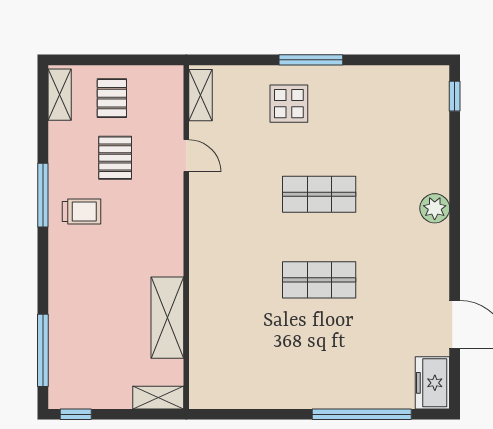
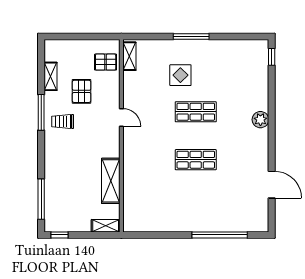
shelving: (60, 95) -> (50, 76), moved
pallet: (112, 98) -> (106, 62), moved, turned 90
display table: (289, 104) -> (180, 75), moved
door: (186, 156) -> (121, 117), moved
trolley: (82, 212) -> (63, 121), turned 180
freezer: (432, 383) -> (259, 217), removed

